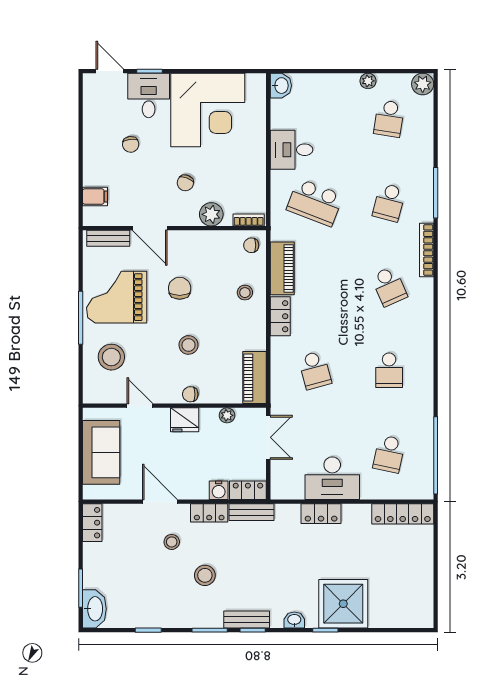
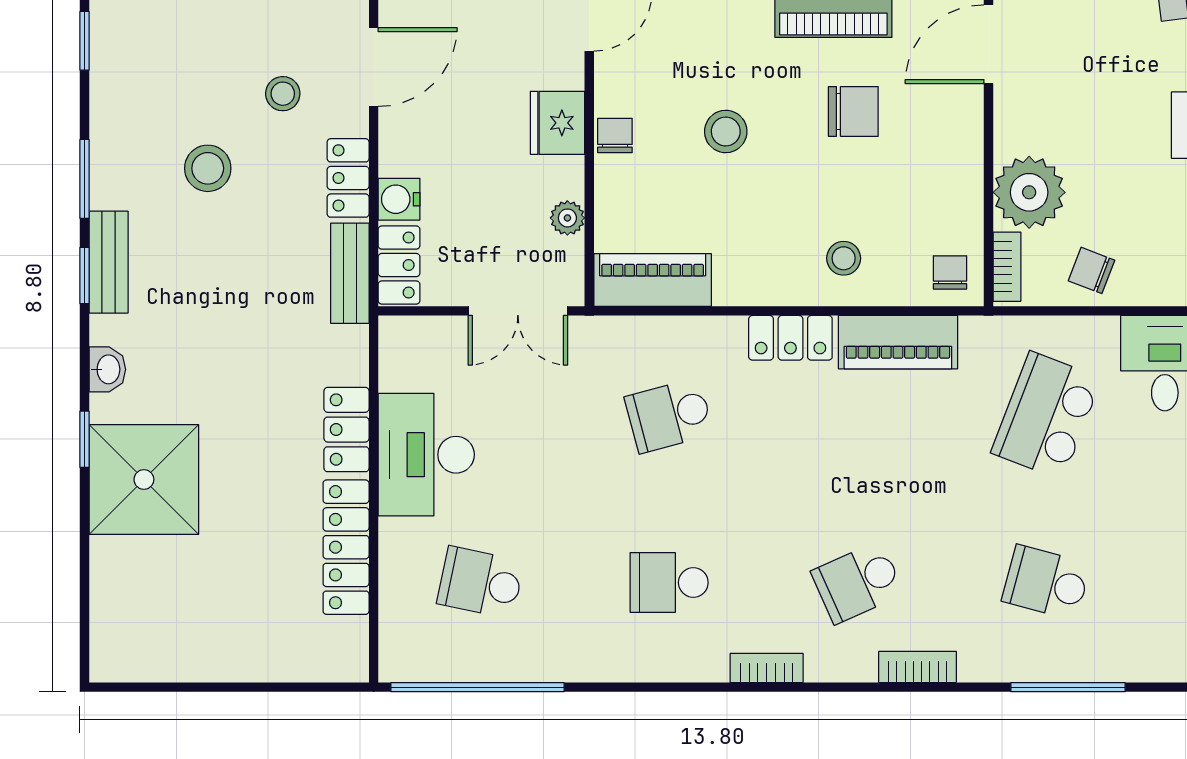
chair: (185, 183) -> (1092, 270), moved
plant: (211, 214) -> (1029, 192), width x1.36, depth x1.36
bookcase: (427, 250) -> (917, 667), width x0.64
bookcase: (427, 327) -> (767, 668), added
locker: (403, 514) -> (346, 547), moved

